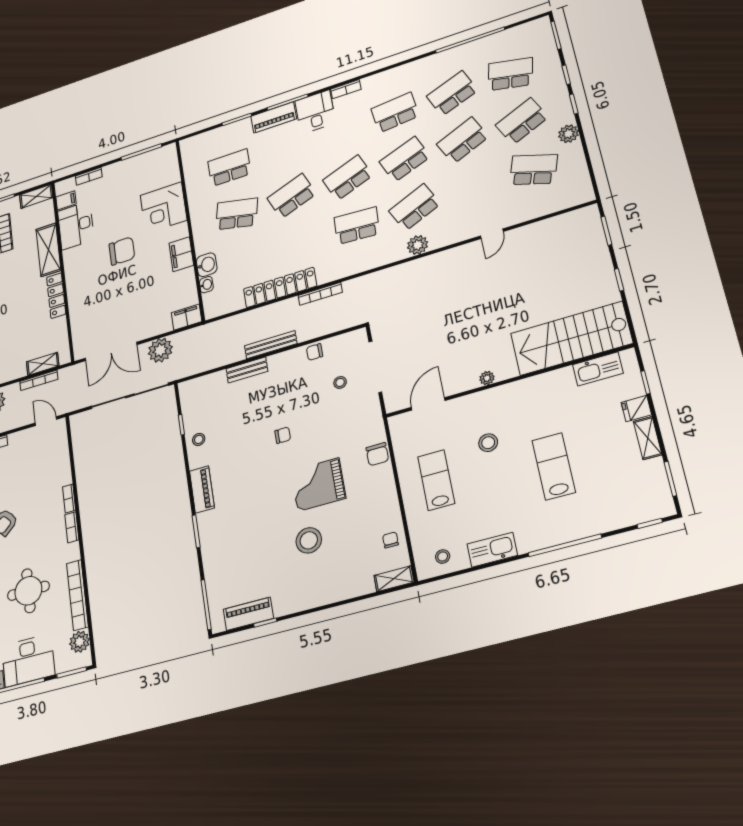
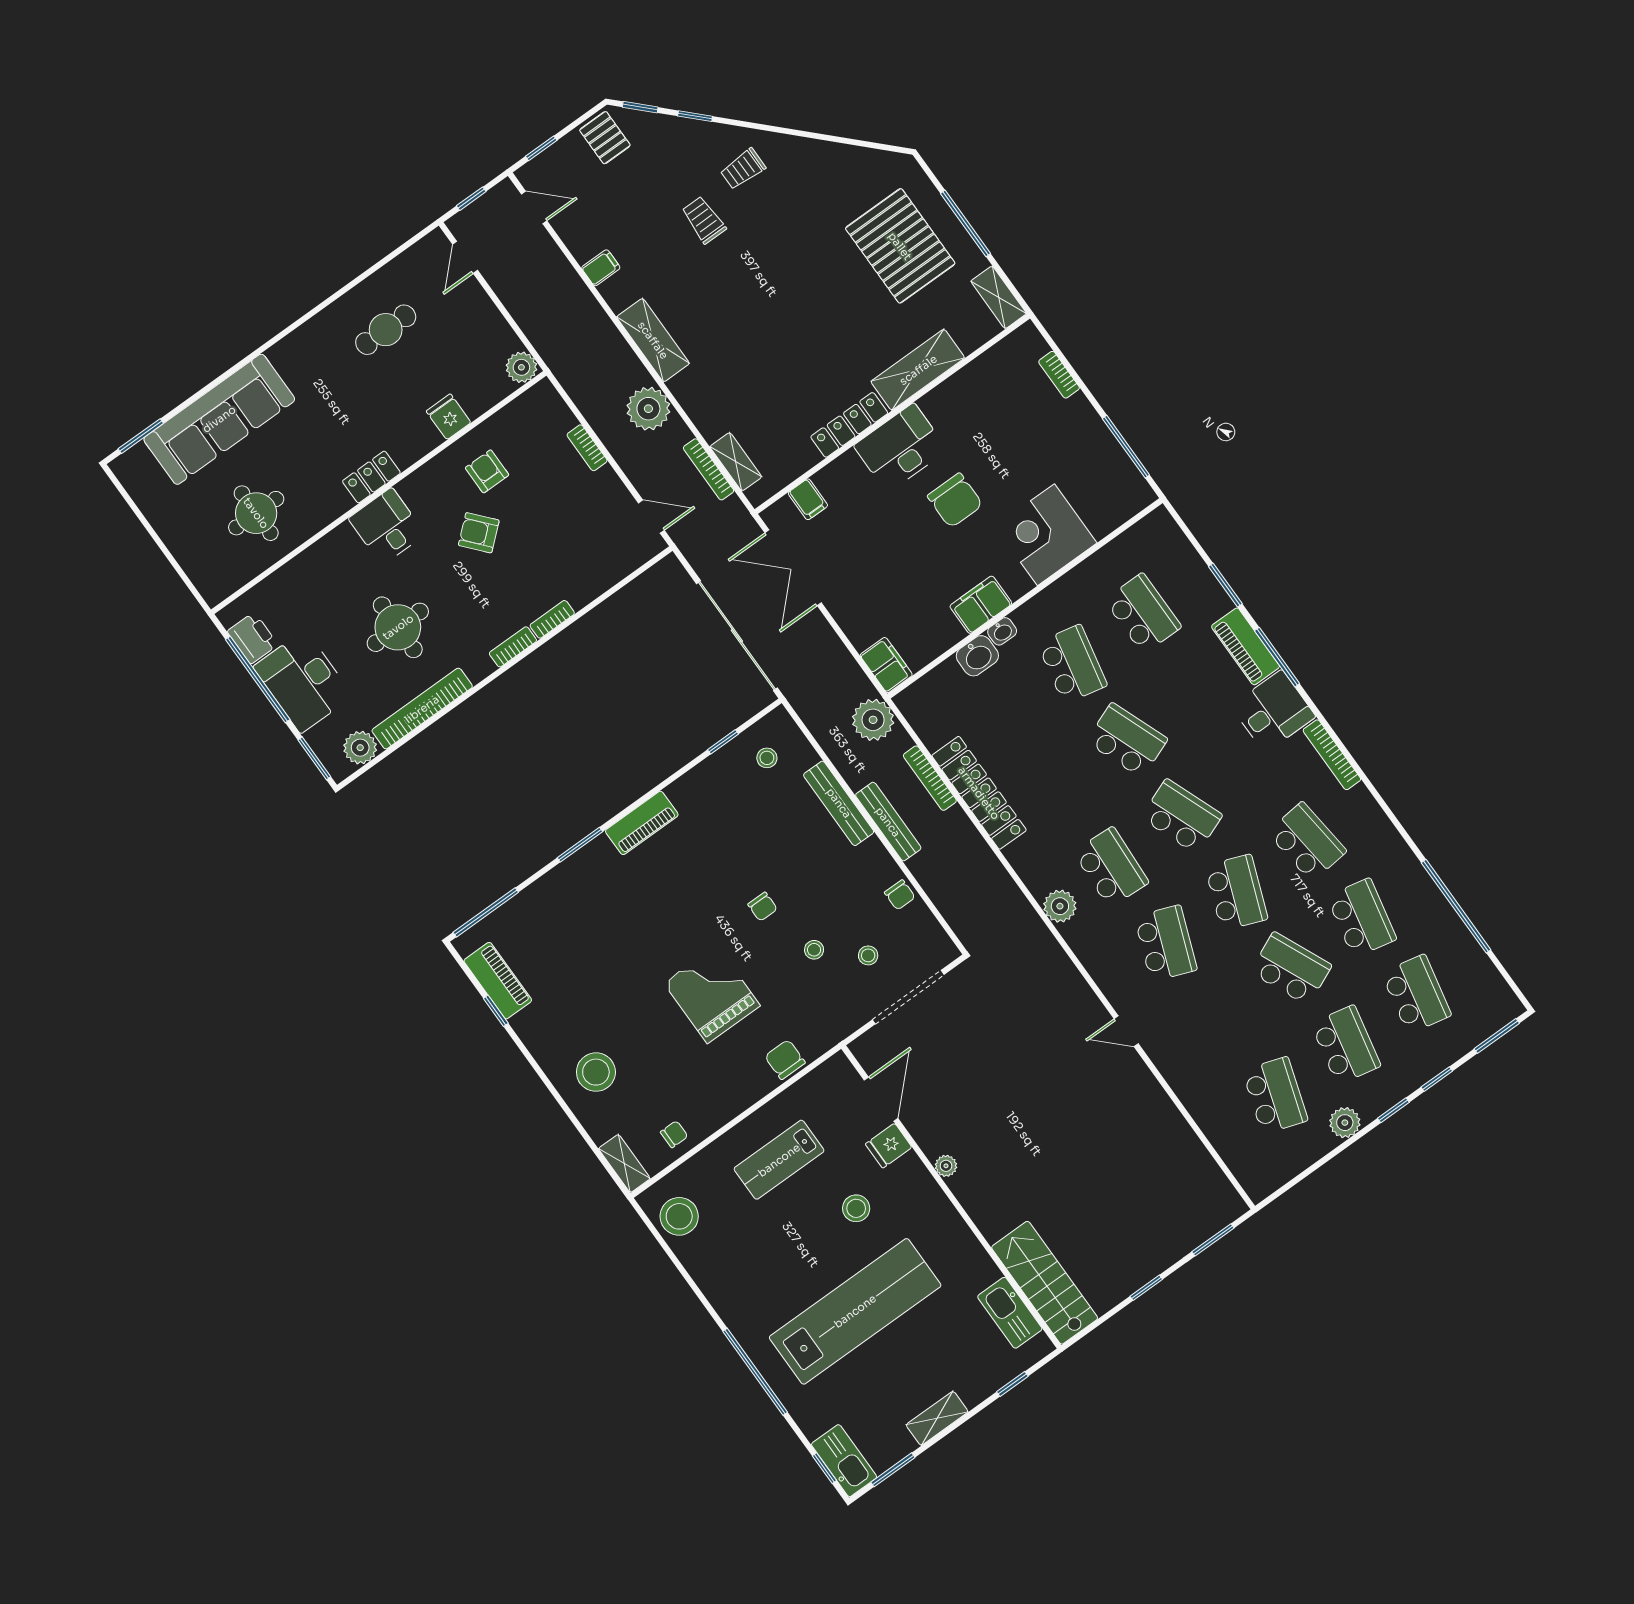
bookcase: (346, 89) -> (1332, 755), width x1.56
school desk: (452, 93) -> (1362, 918), turned 33
school desk: (522, 121) -> (1346, 1045), turned 36
school desk: (405, 159) -> (1236, 892), turned 42
filing cabinet: (66, 200) -> (808, 499), moved
school desk: (415, 207) -> (1166, 943), turned 45
desk: (76, 225) -> (901, 448), moved
door: (492, 234) -> (1126, 1031), moved
plant: (418, 245) -> (1060, 906), moved
washbasin: (206, 285) -> (1002, 631), moved
bookcase: (320, 294) -> (930, 778), moved
stairs: (571, 338) -> (1045, 1283), width x0.73, depth x0.66
plant: (160, 350) -> (873, 720), moved
chair: (315, 352) -> (900, 895), turned 180
bench: (247, 370) -> (839, 803), width x1.36
door: (428, 404) -> (881, 1099), hinge flipped
fridge: (636, 409) -> (889, 1146), moved, turned -90
stool: (322, 413) -> (814, 950), added
door: (46, 421) -> (651, 517), hinge flipped
stool: (199, 439) -> (767, 758), moved
chair: (377, 454) -> (785, 1060), turned 90
lab bench: (554, 466) -> (855, 1311), width x1.86, depth x1.39
lab bench: (436, 480) -> (779, 1160), turned 180
stool: (309, 540) -> (596, 1072), moved
kitchen sink: (492, 550) -> (844, 1461), moved
stool: (443, 557) -> (679, 1216), width x1.89, depth x1.89

